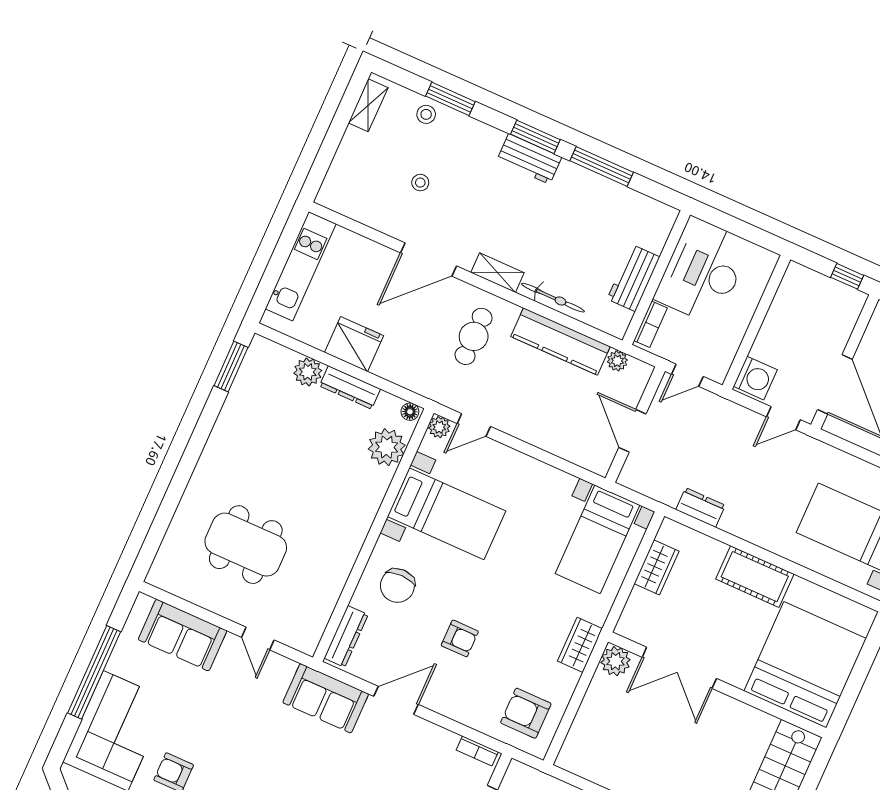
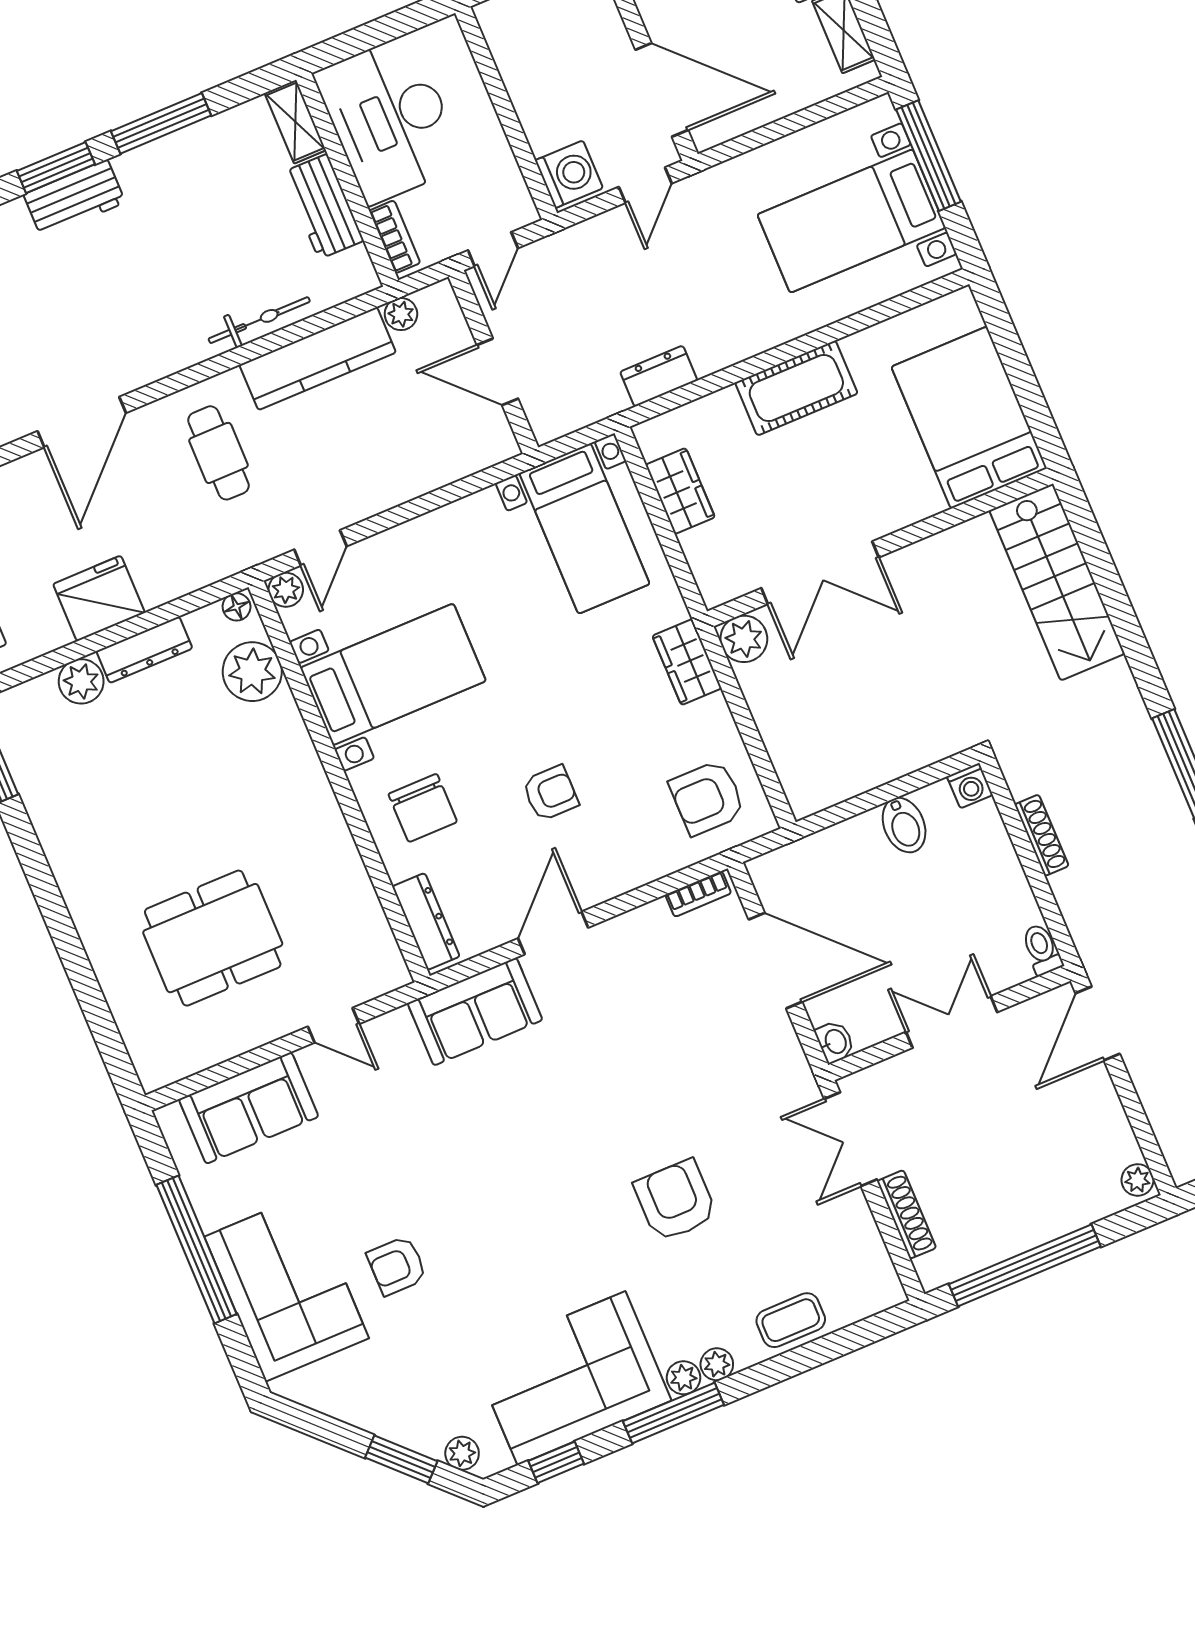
shelving: (497, 273) -> (295, 122), moved, turned 90
bed: (805, 665) -> (969, 418), width x0.73

